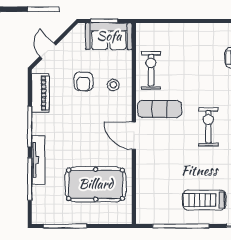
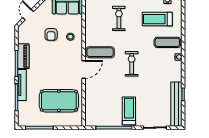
exercise bike: (151, 70) -> (119, 18), moved
piano: (40, 93) -> (23, 56), moved
door: (134, 136) -> (84, 69), swing flipped
treadmill: (204, 200) -> (129, 111), turned 90

